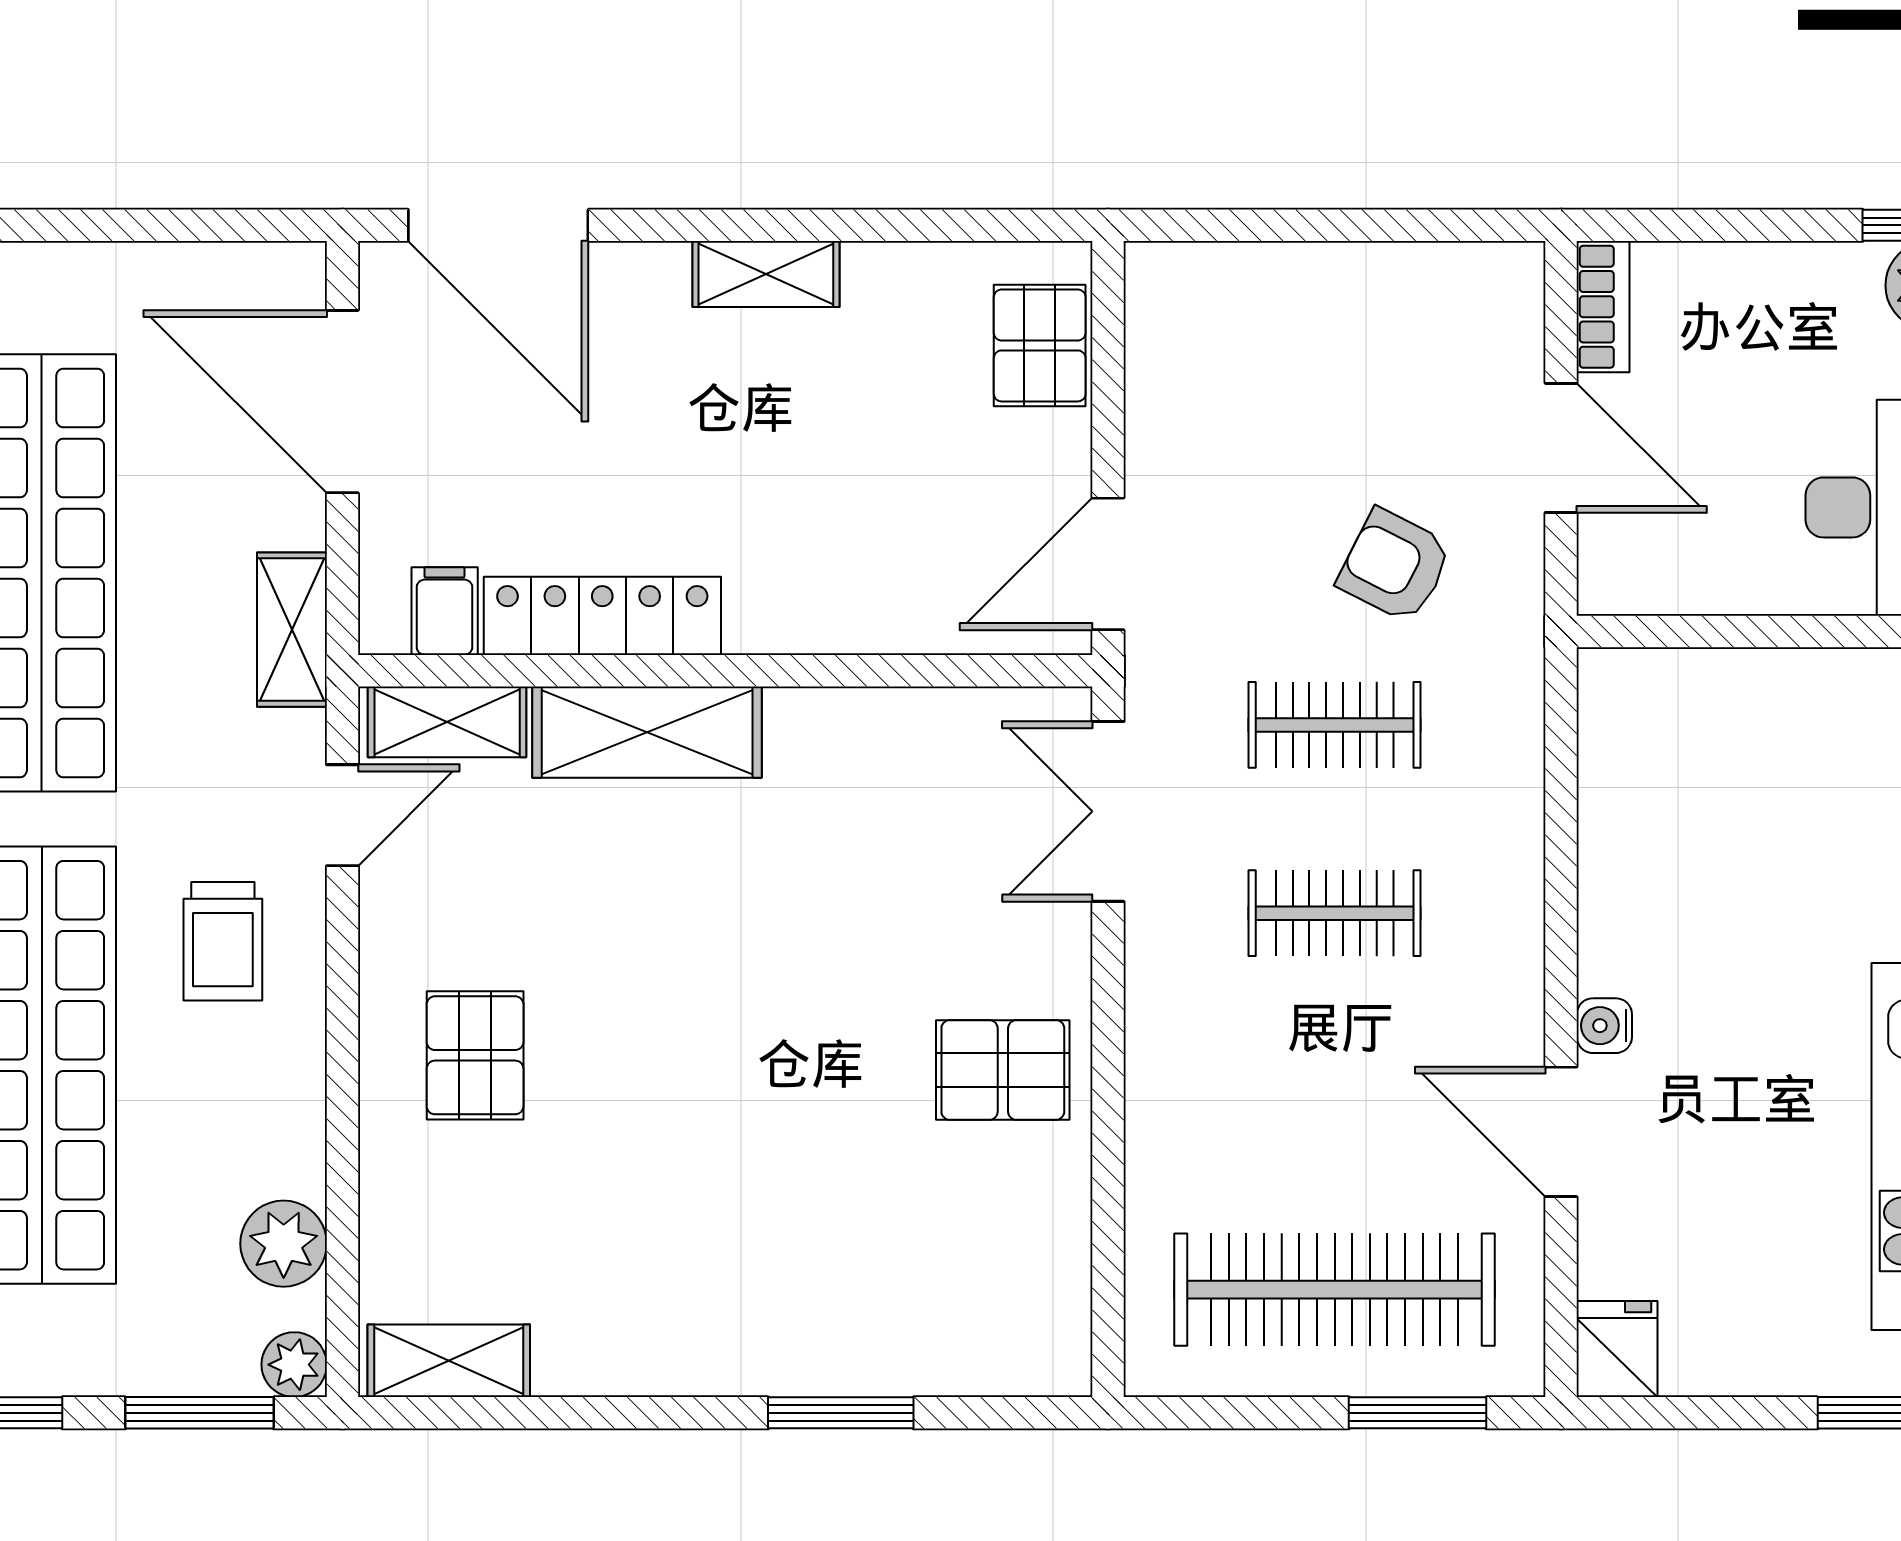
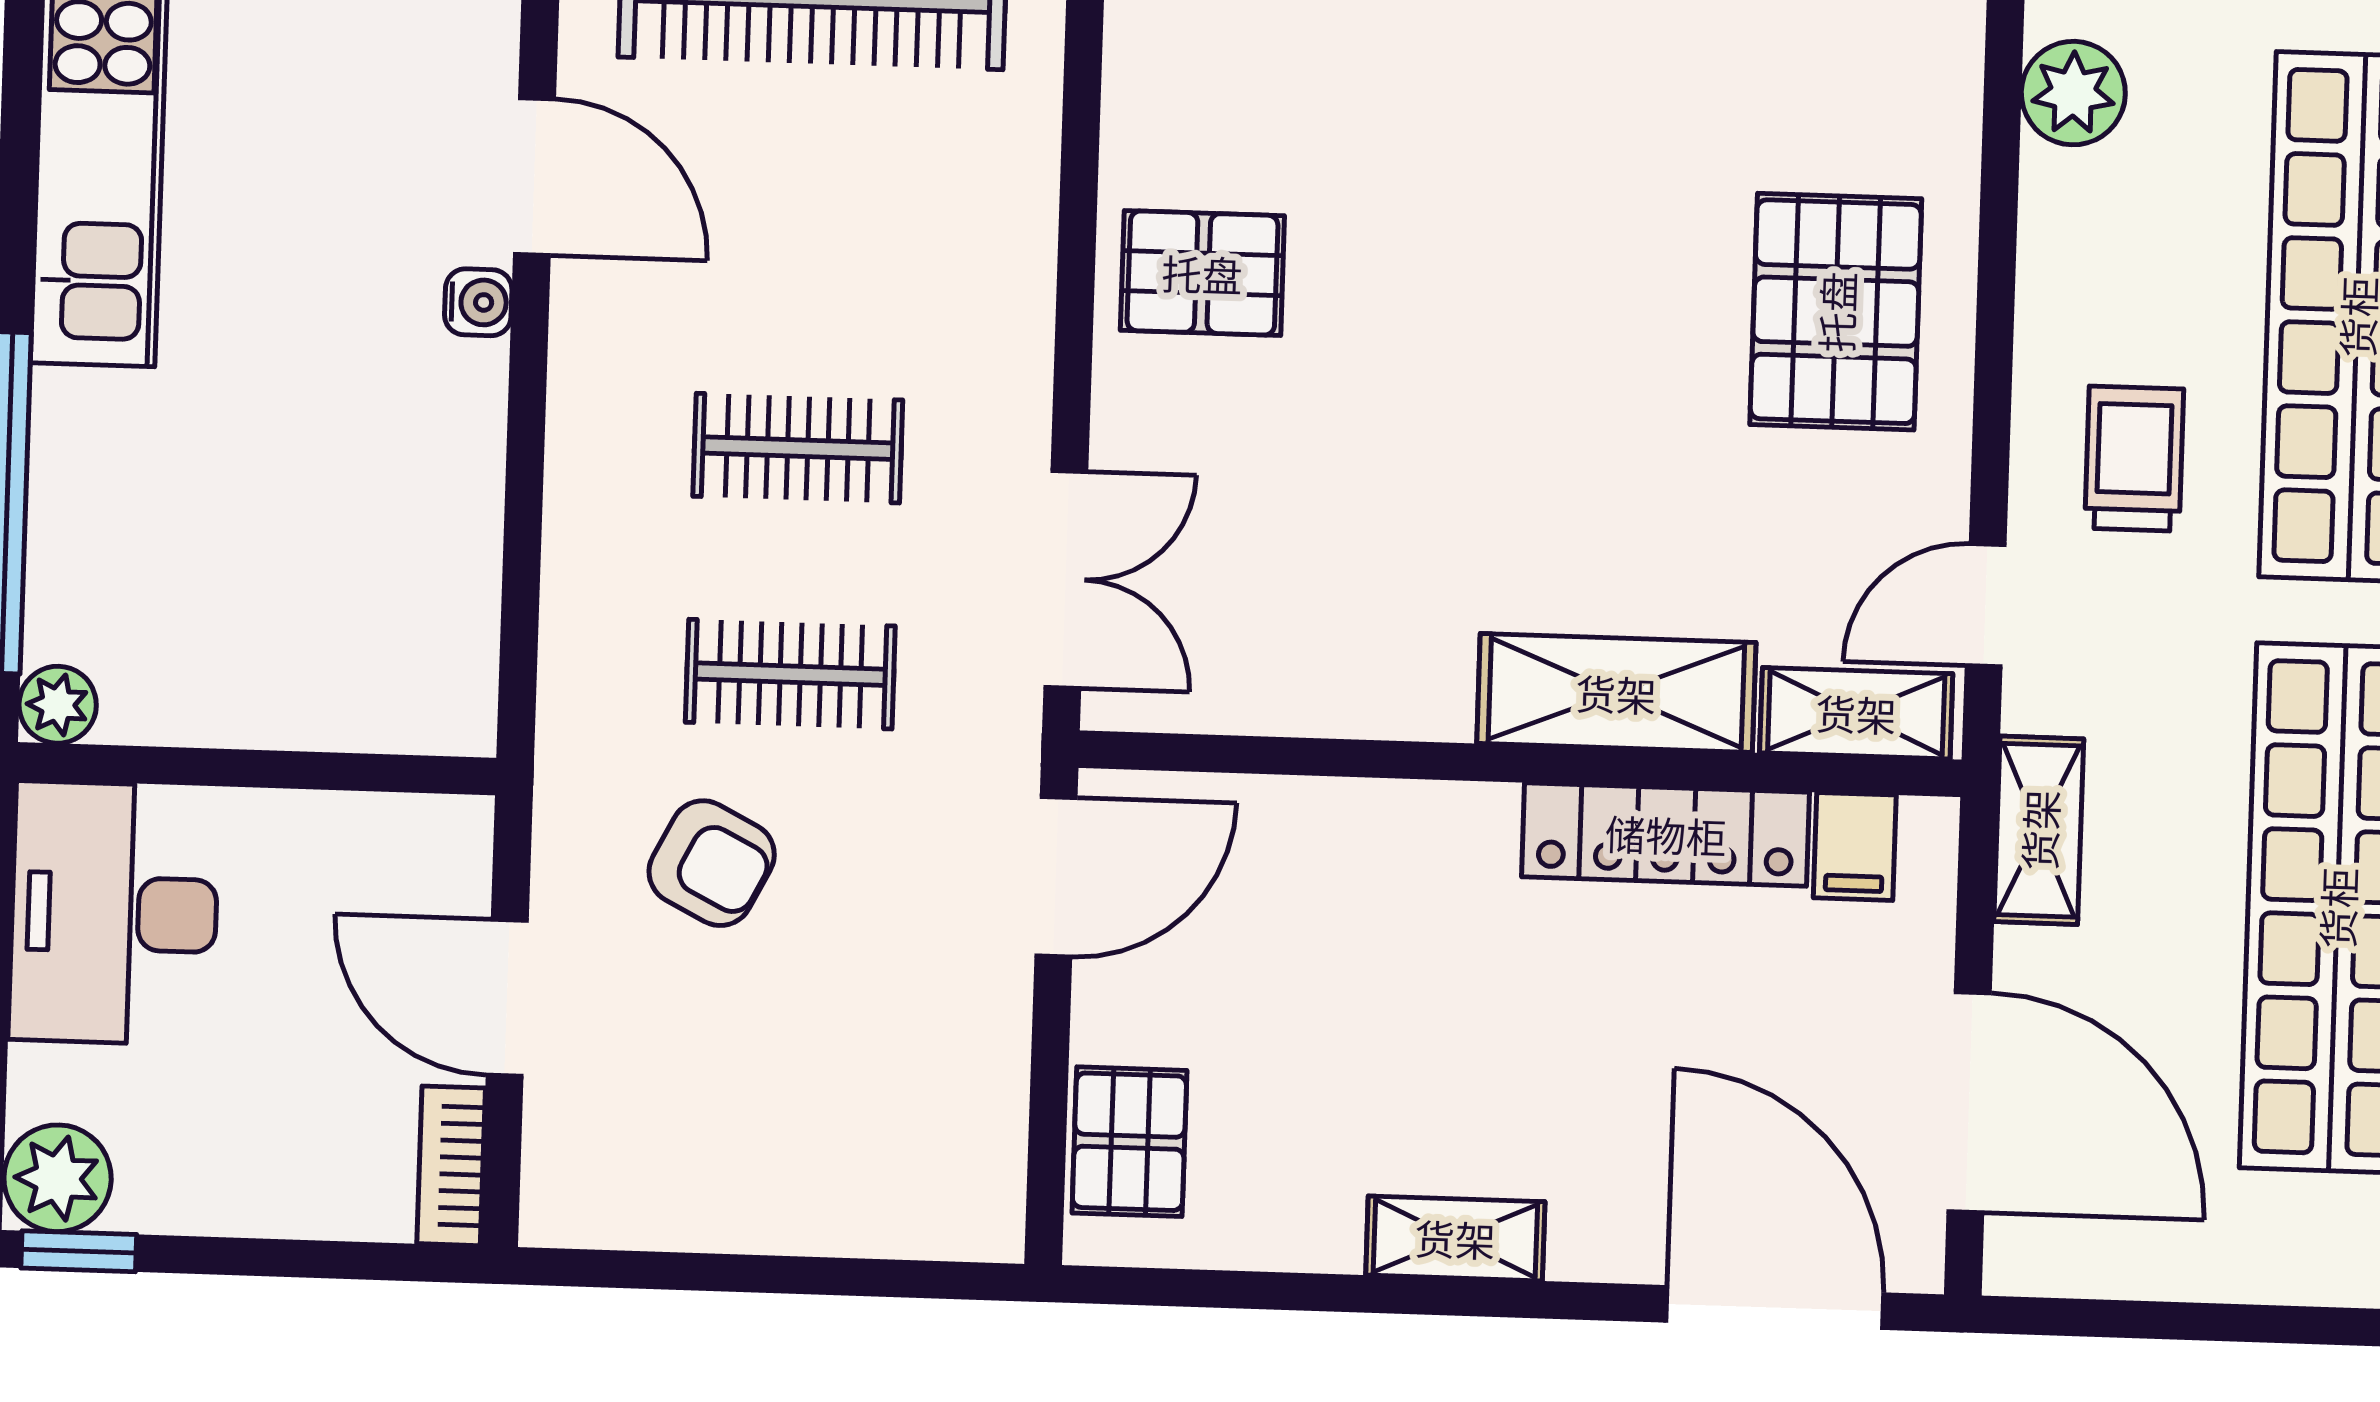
pallet: (475, 1055) -> (1836, 312), width x1.50, depth x1.42

